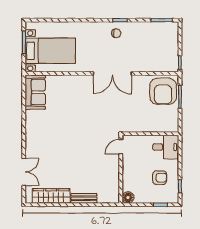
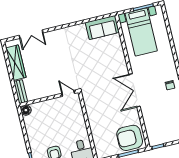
door: (121, 147) -> (68, 93), moved
wall: (121, 169) -> (49, 98), moved
floor lamp: (128, 197) -> (26, 110), moved

